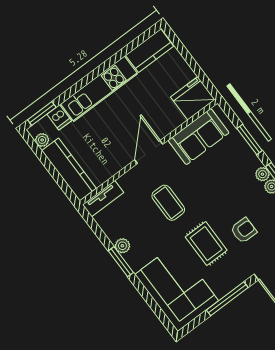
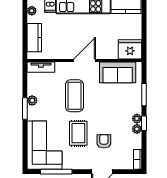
kitchen counter: (69, 169) -> (34, 38), width x0.67
coffee table: (168, 203) -> (74, 96), width x1.36, depth x1.32
armchair: (244, 230) -> (104, 141), turned -90
window: (227, 299) -> (56, 172), moved

